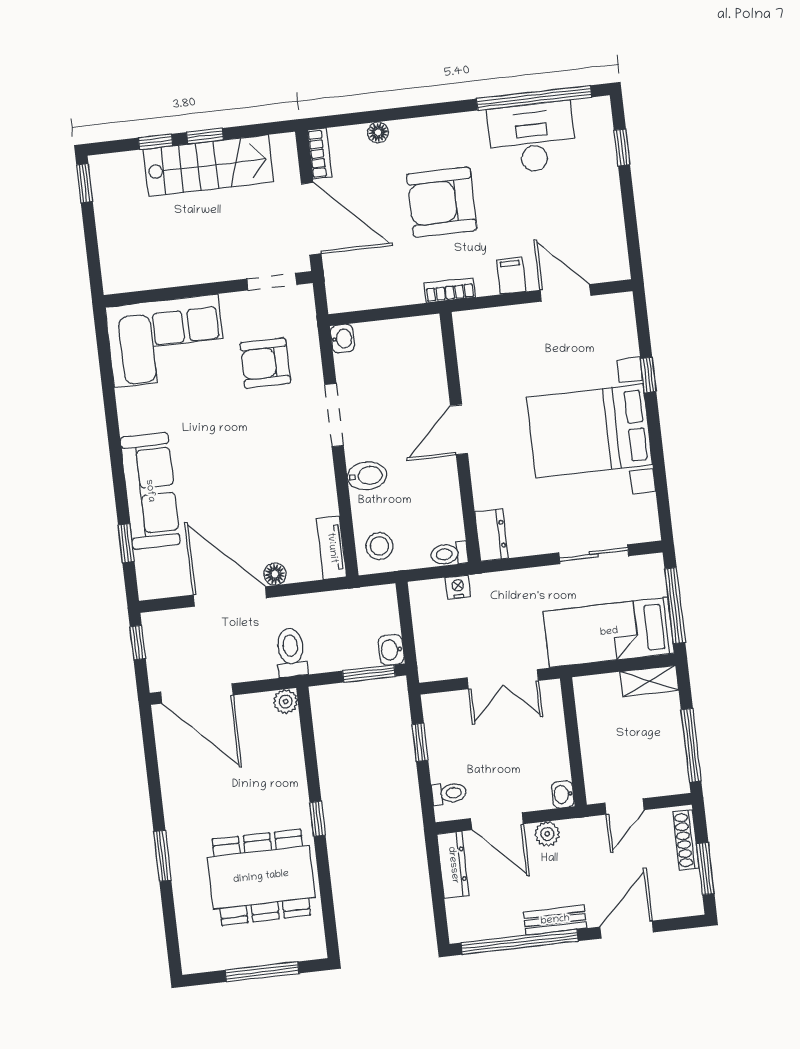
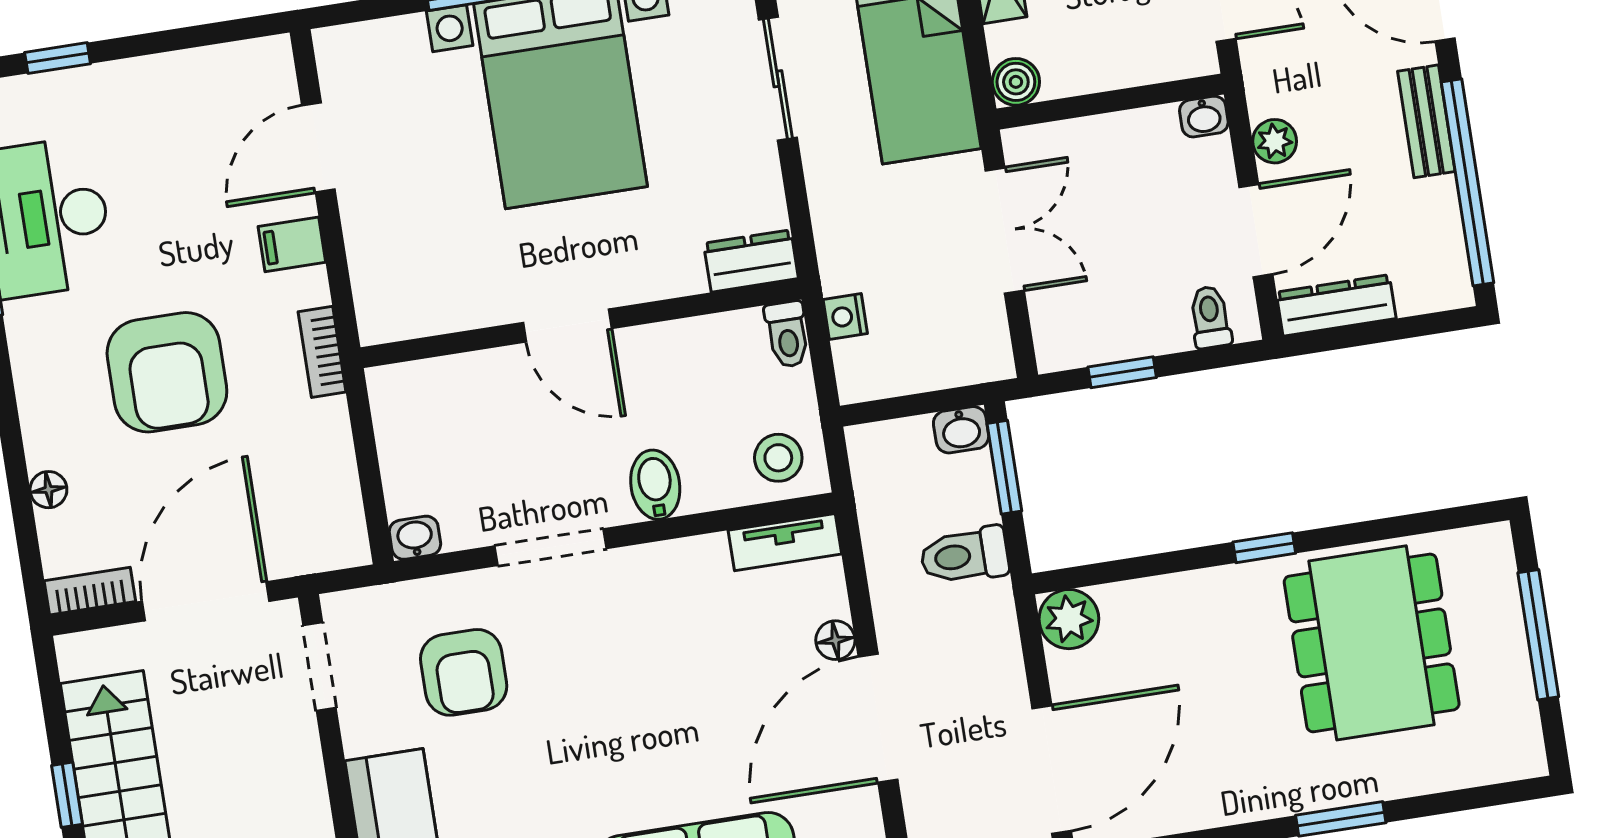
toilet: (291, 652) -> (964, 556), moved
boiler: (587, 689) -> (1016, 82), added
plant: (286, 702) -> (1069, 619), width x1.38, depth x1.38

